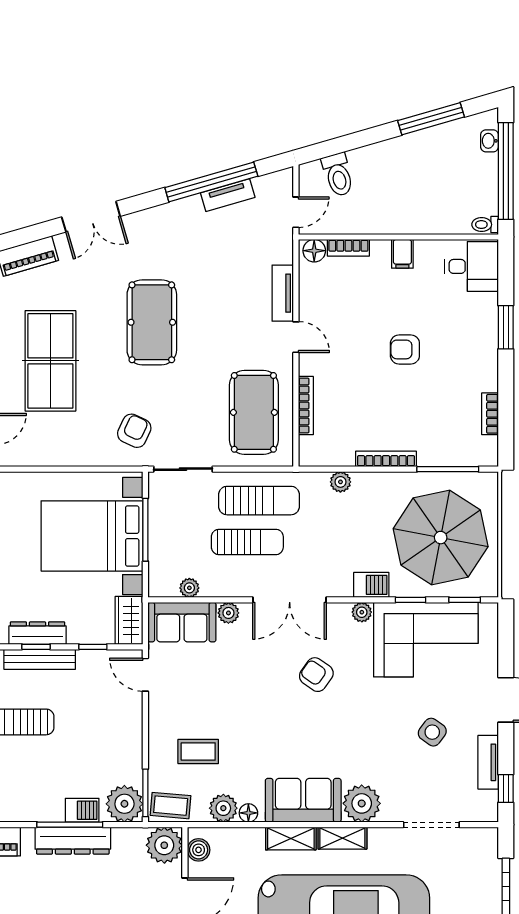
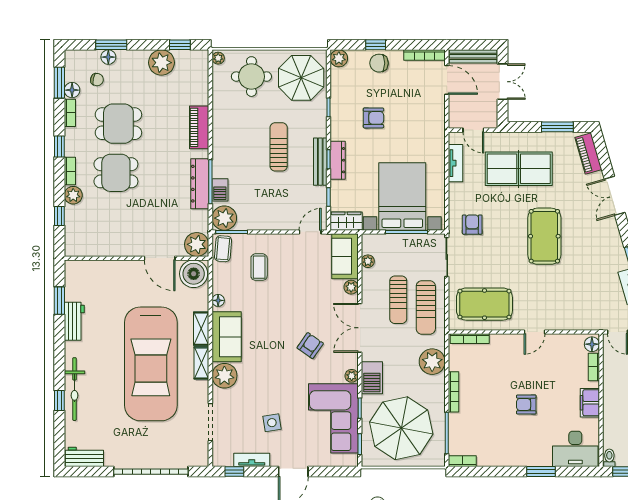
filing cabinet: (402, 254) -> (590, 403), width x2.00
desk: (472, 266) -> (575, 449), width x1.37
tv unit: (283, 293) -> (456, 163), moved, turned 90
pool table: (152, 322) -> (544, 236), turned 90
armchair: (405, 349) -> (526, 404), turned -90
bookcase: (306, 406) -> (470, 339), moved
bookcase: (490, 414) -> (462, 461), moved
armchair: (134, 431) -> (472, 225), turned -115
plant: (340, 482) -> (432, 362), width x1.87, depth x1.87
barbecue: (371, 585) -> (372, 378), width x1.38, depth x1.27
side table: (432, 732) -> (272, 423), turned 45
plant: (223, 808) -> (221, 284), removed
boiler: (199, 850) -> (194, 274), width x1.86, depth x1.86

